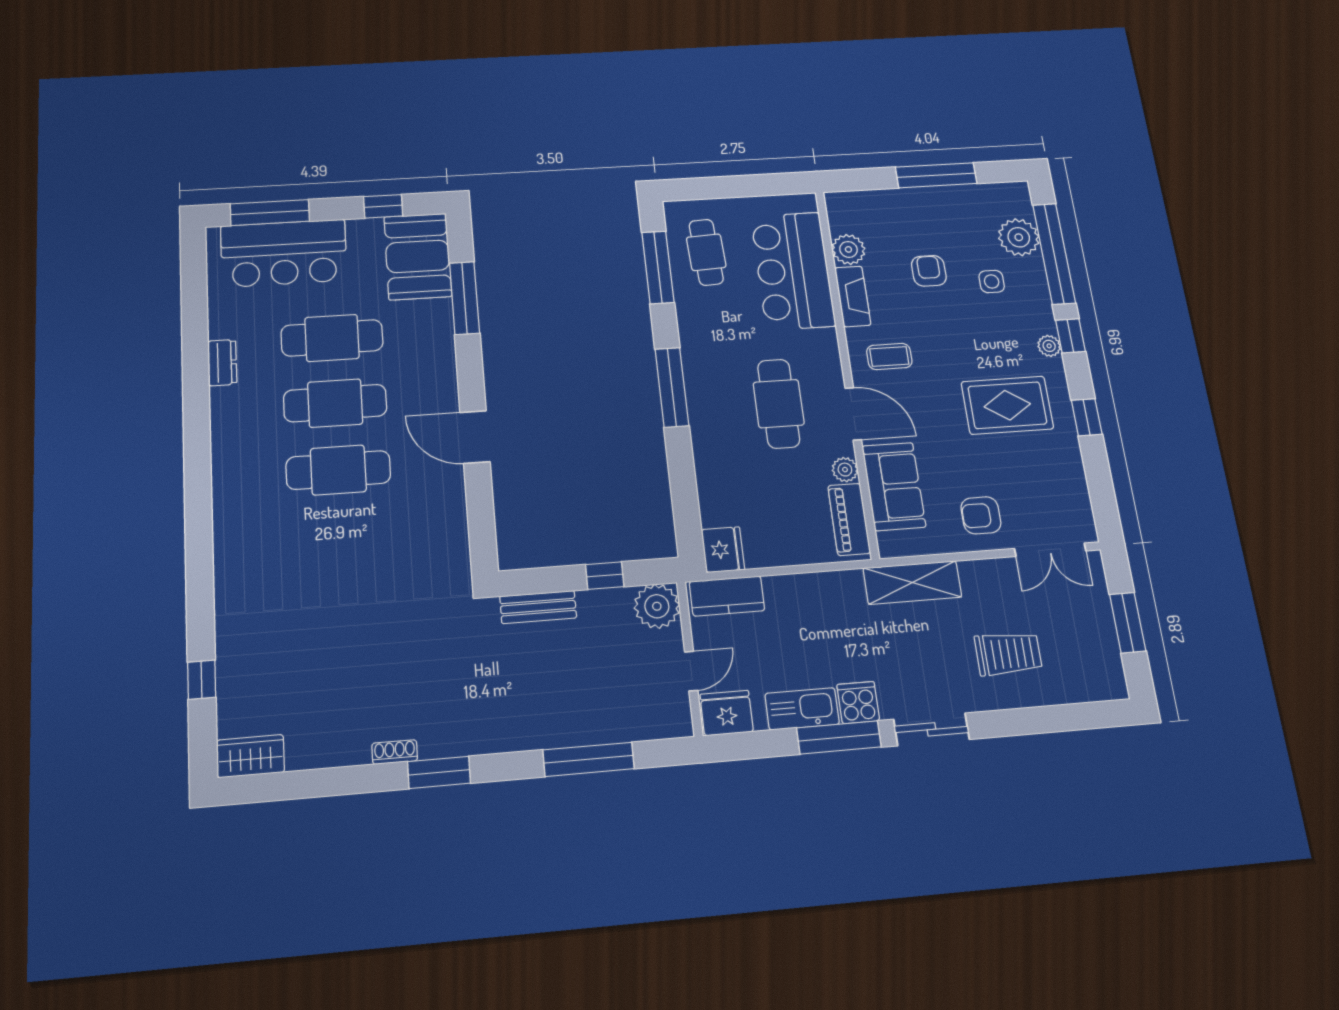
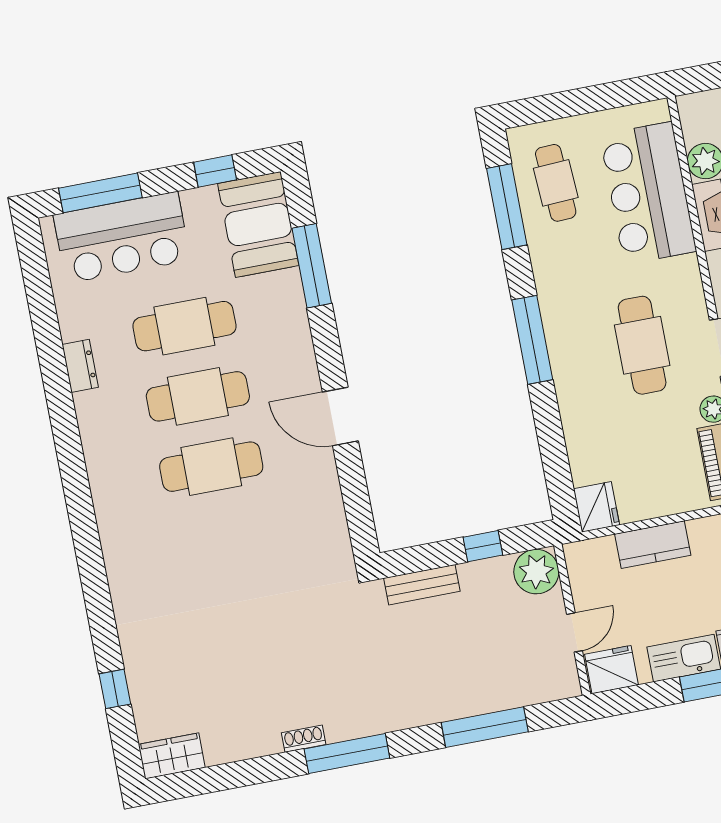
kitchen counter: (727, 596) -> (653, 545), moved
window: (439, 772) -> (347, 753), width x1.44

